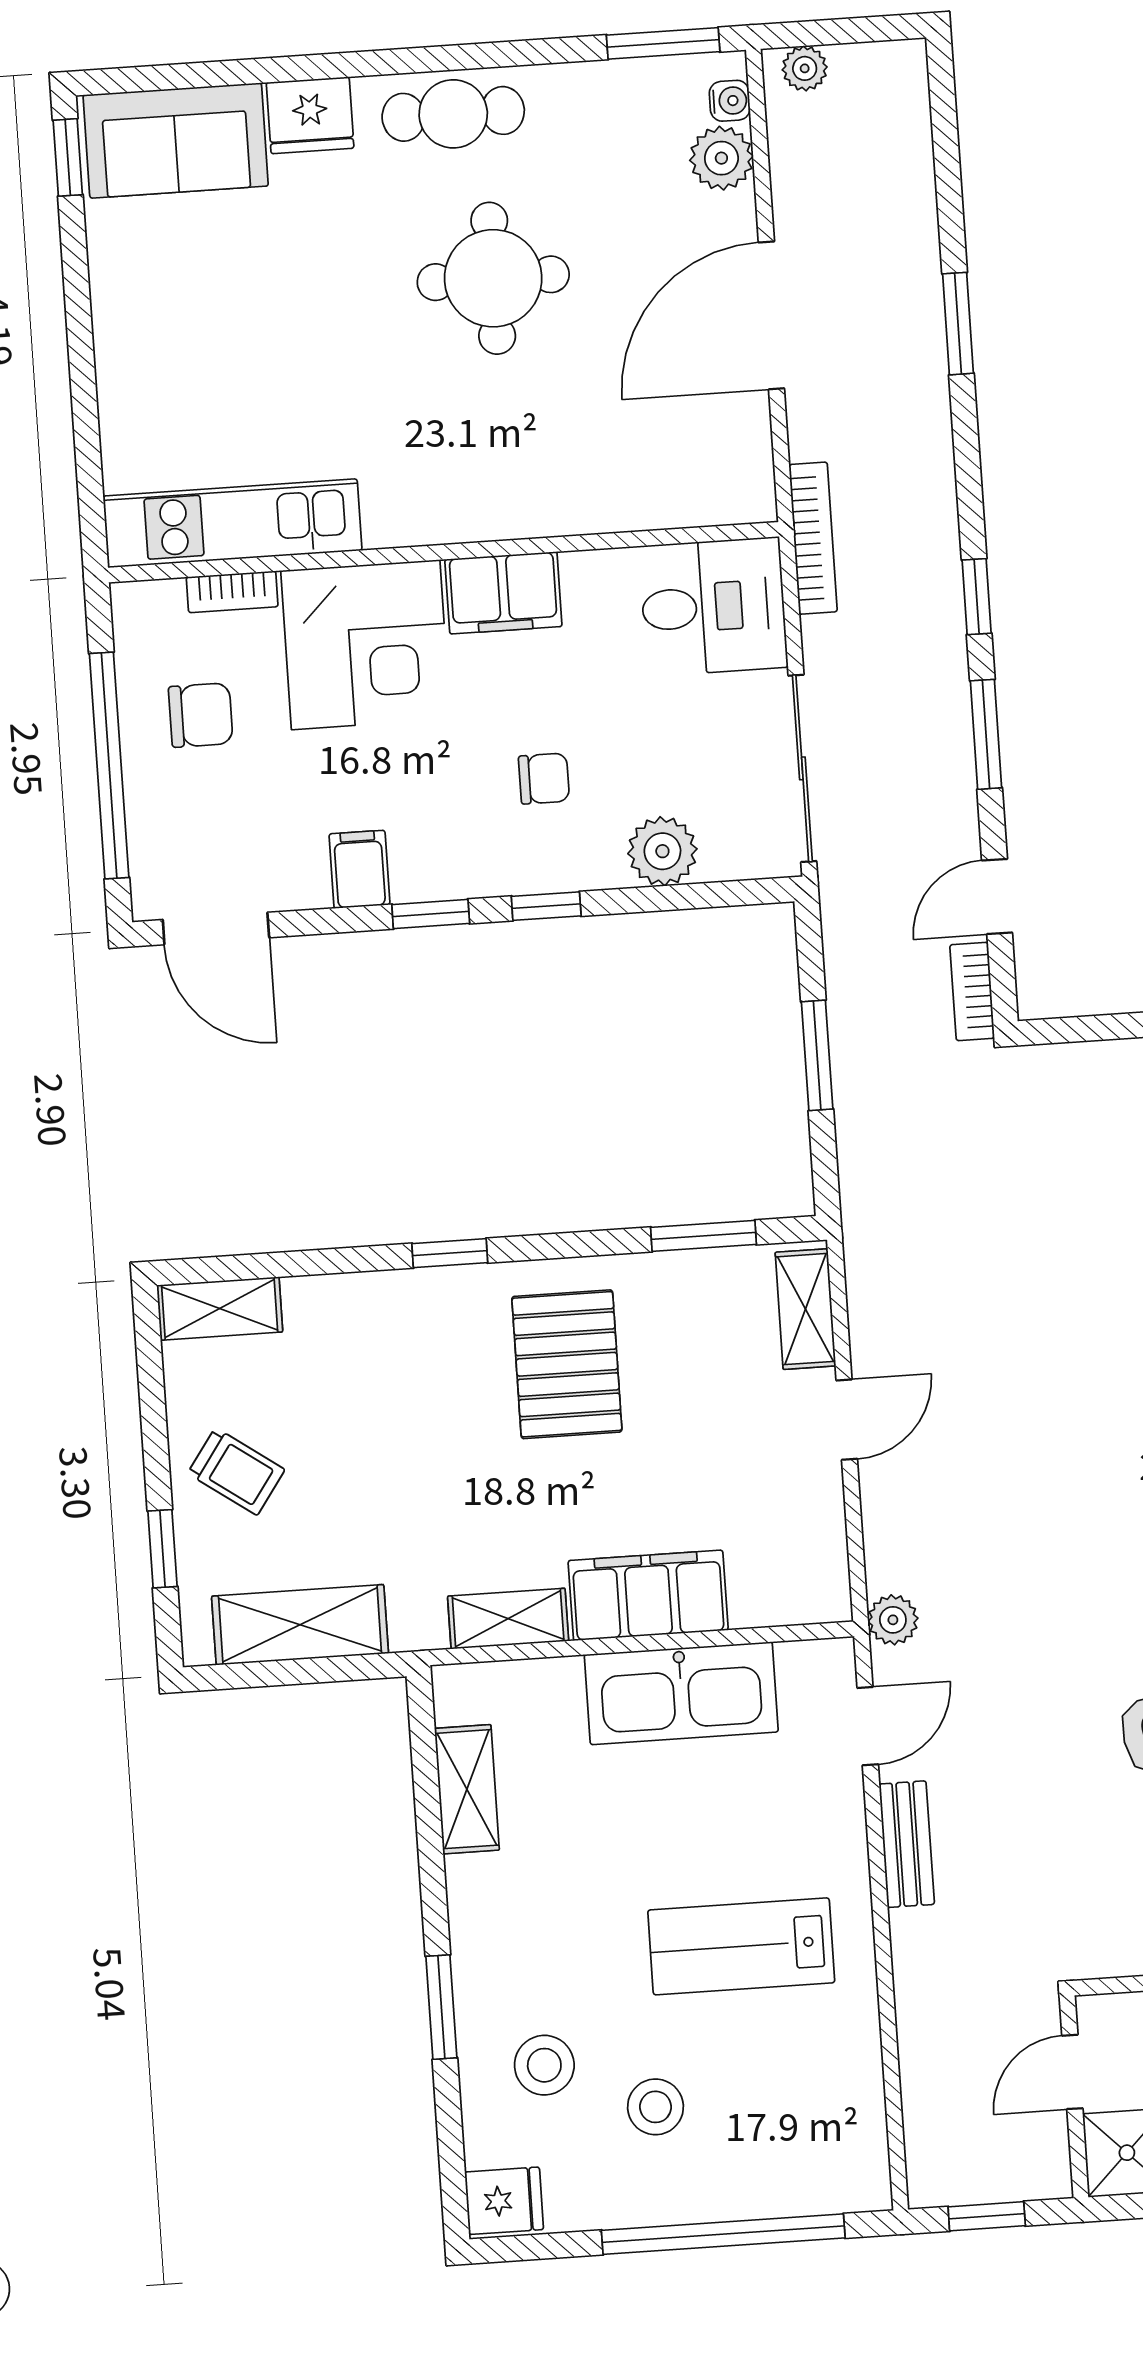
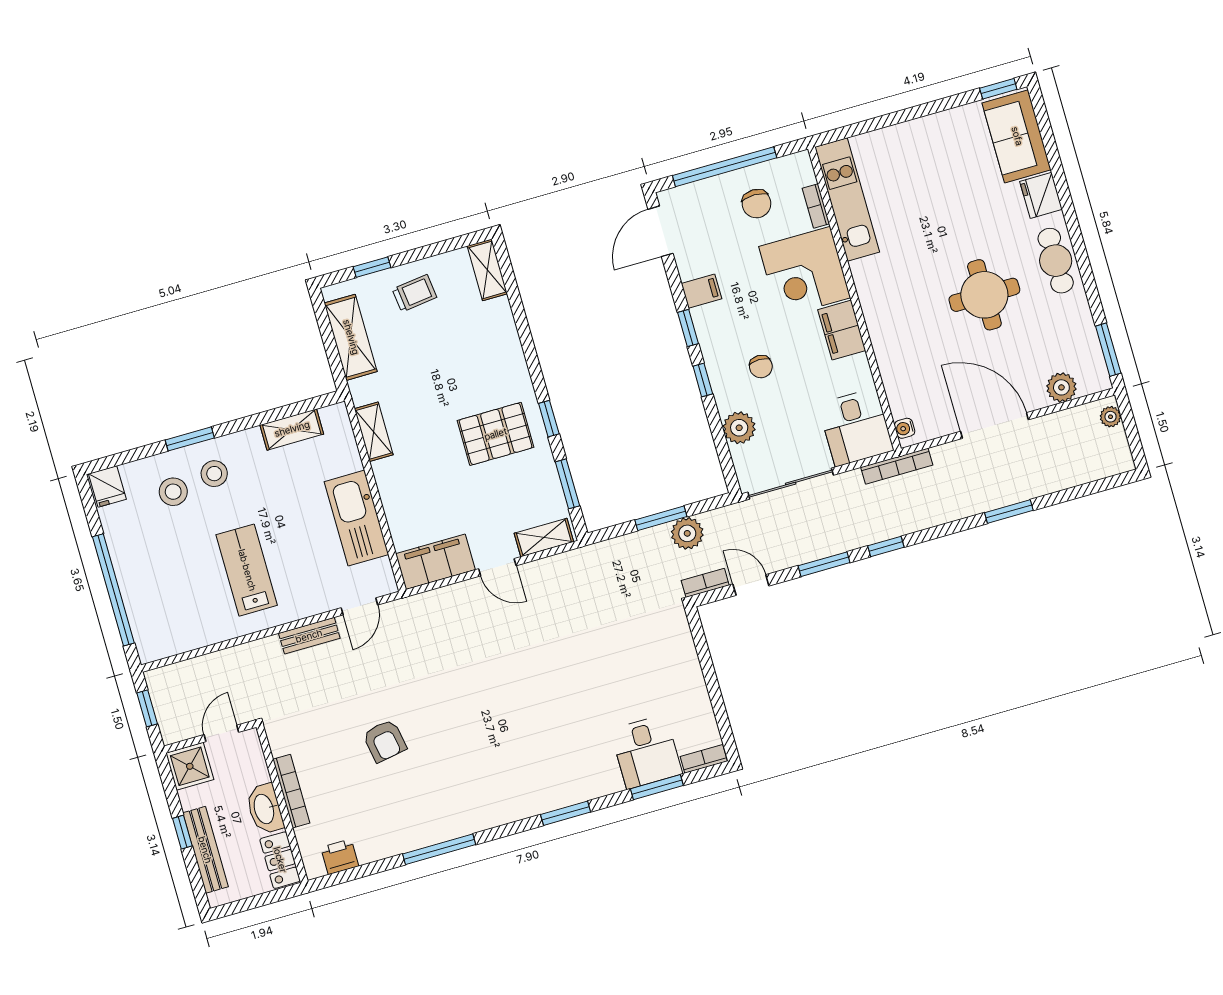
water cooler: (730, 101) -> (905, 428), moved, turned 90
window: (450, 1253) -> (549, 419), moved
trolley: (236, 1472) -> (414, 293), turned -132
filing cabinet: (648, 1595) -> (435, 562), moved, turned -90
plant: (893, 1620) -> (687, 533), moved, width x1.38, depth x1.38
door: (868, 1726) -> (359, 606), hinge flipped
door: (1072, 2072) -> (221, 733), hinge flipped
stool: (656, 2107) -> (214, 474), moved

